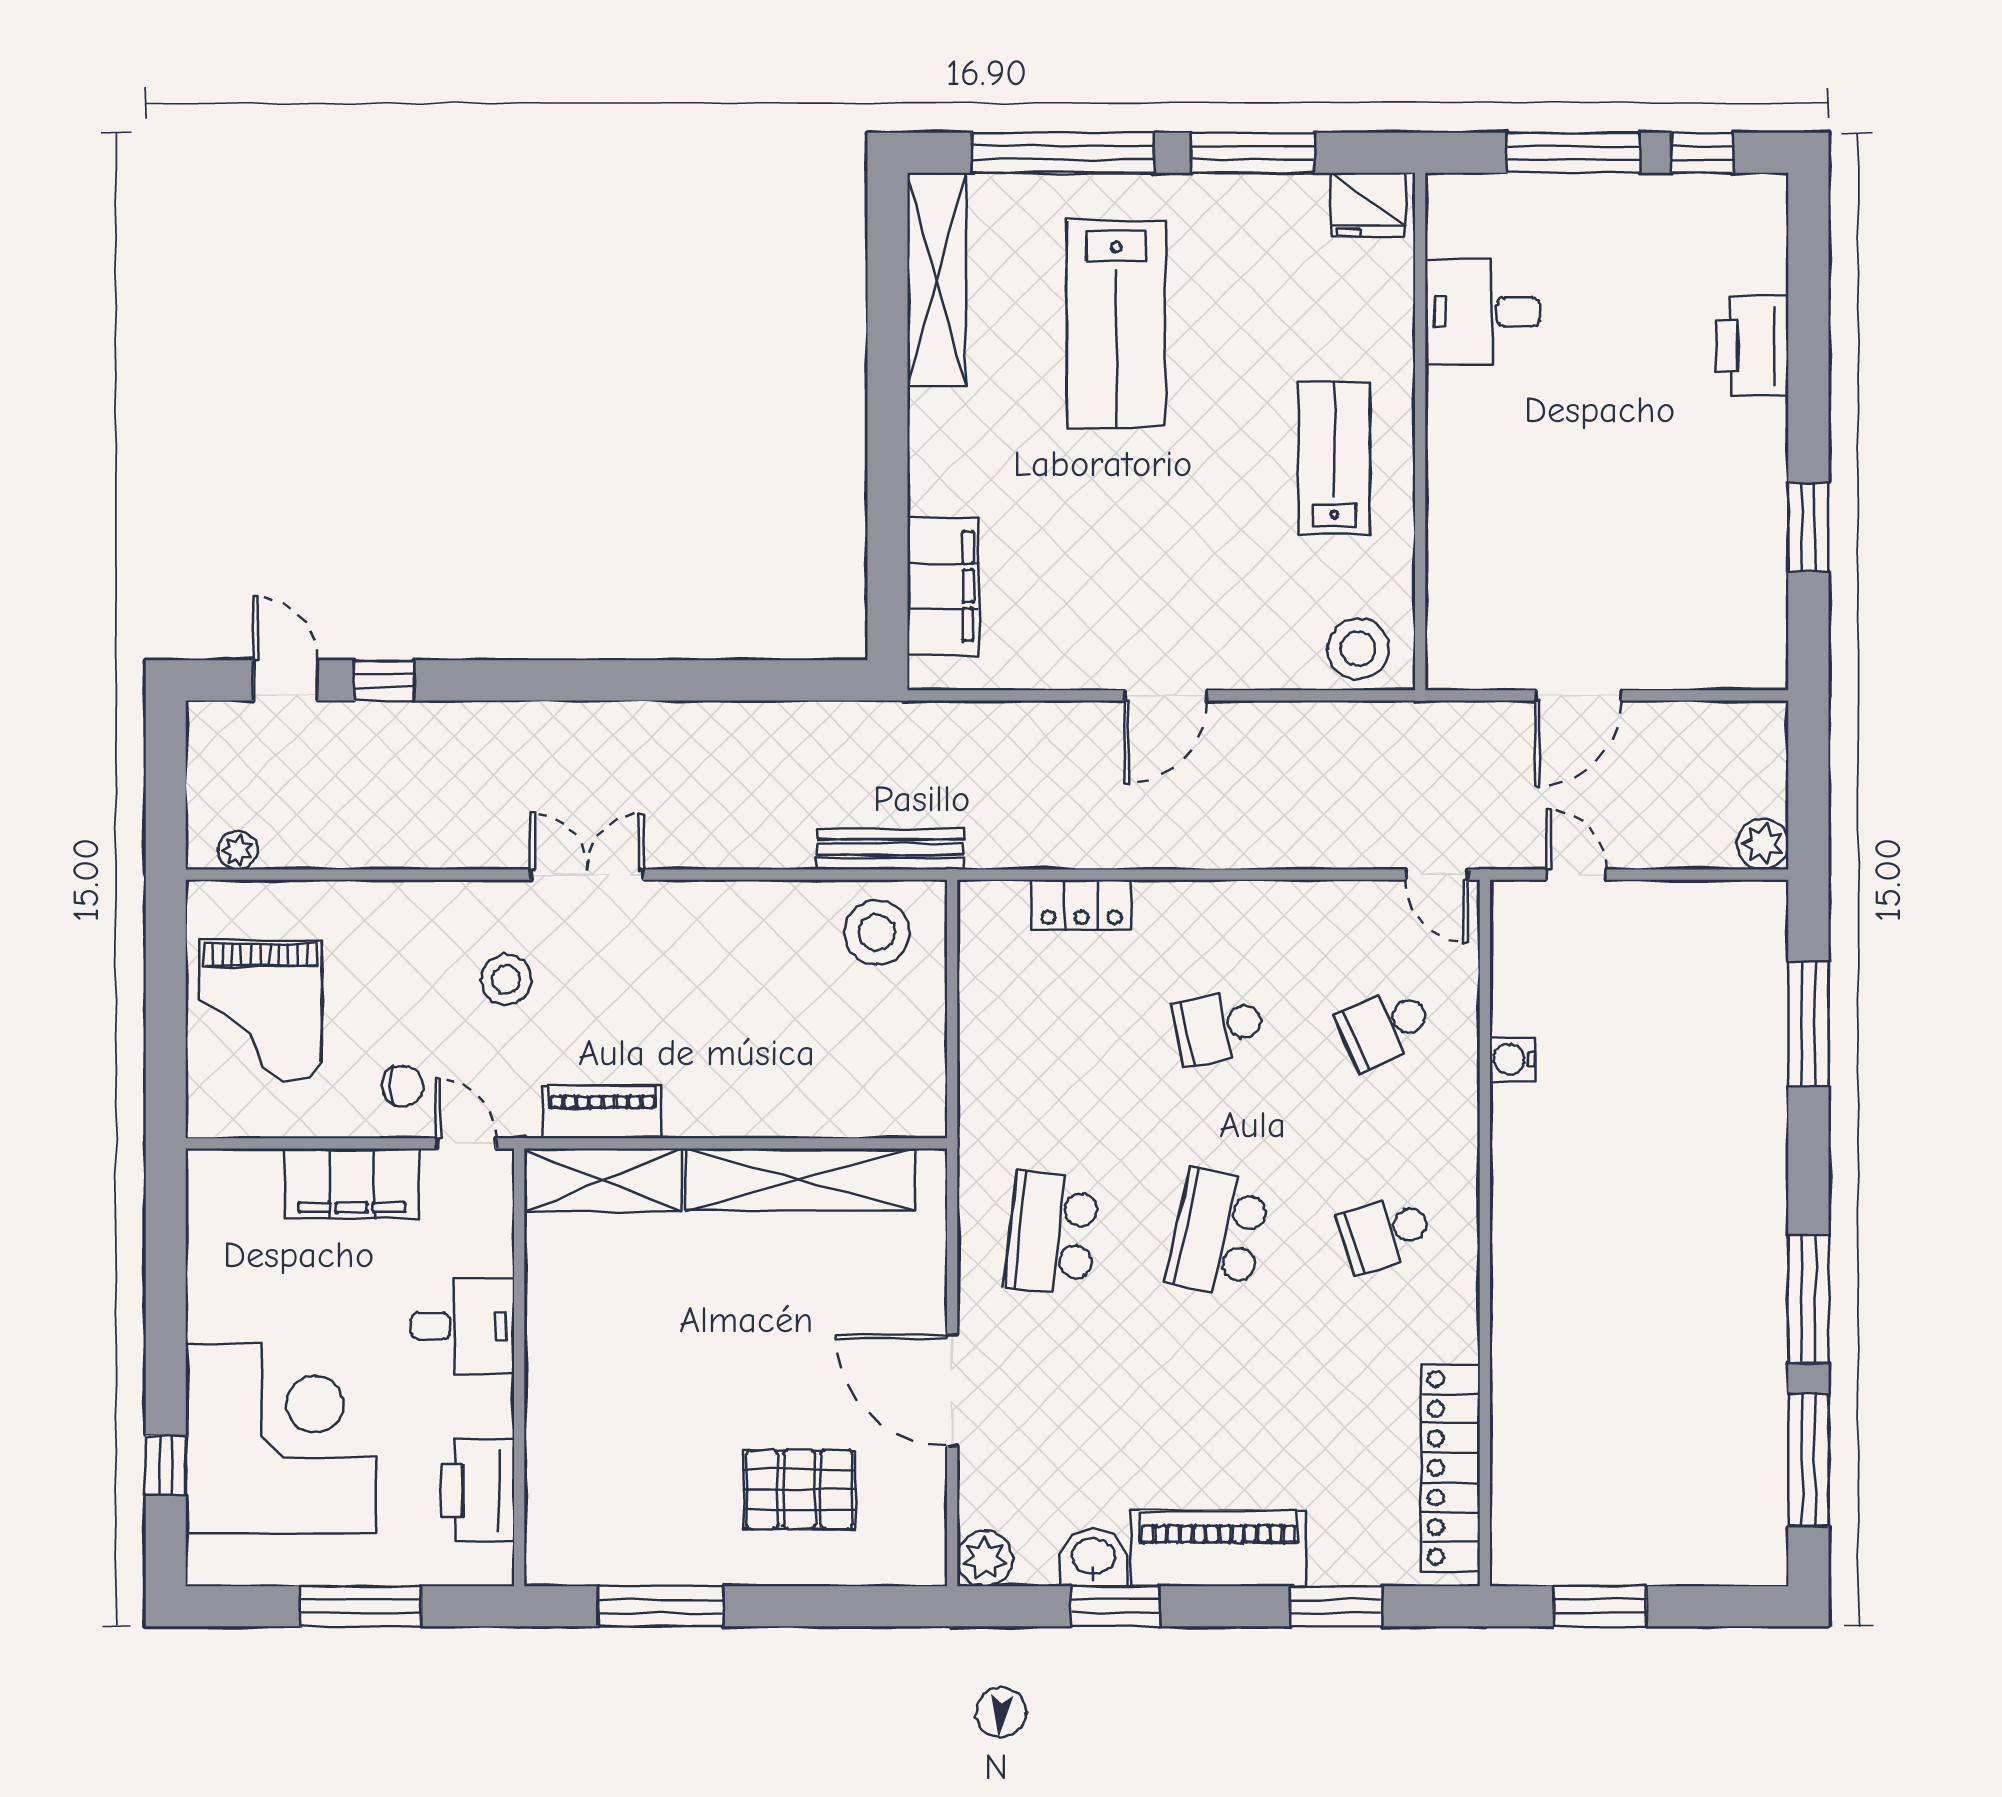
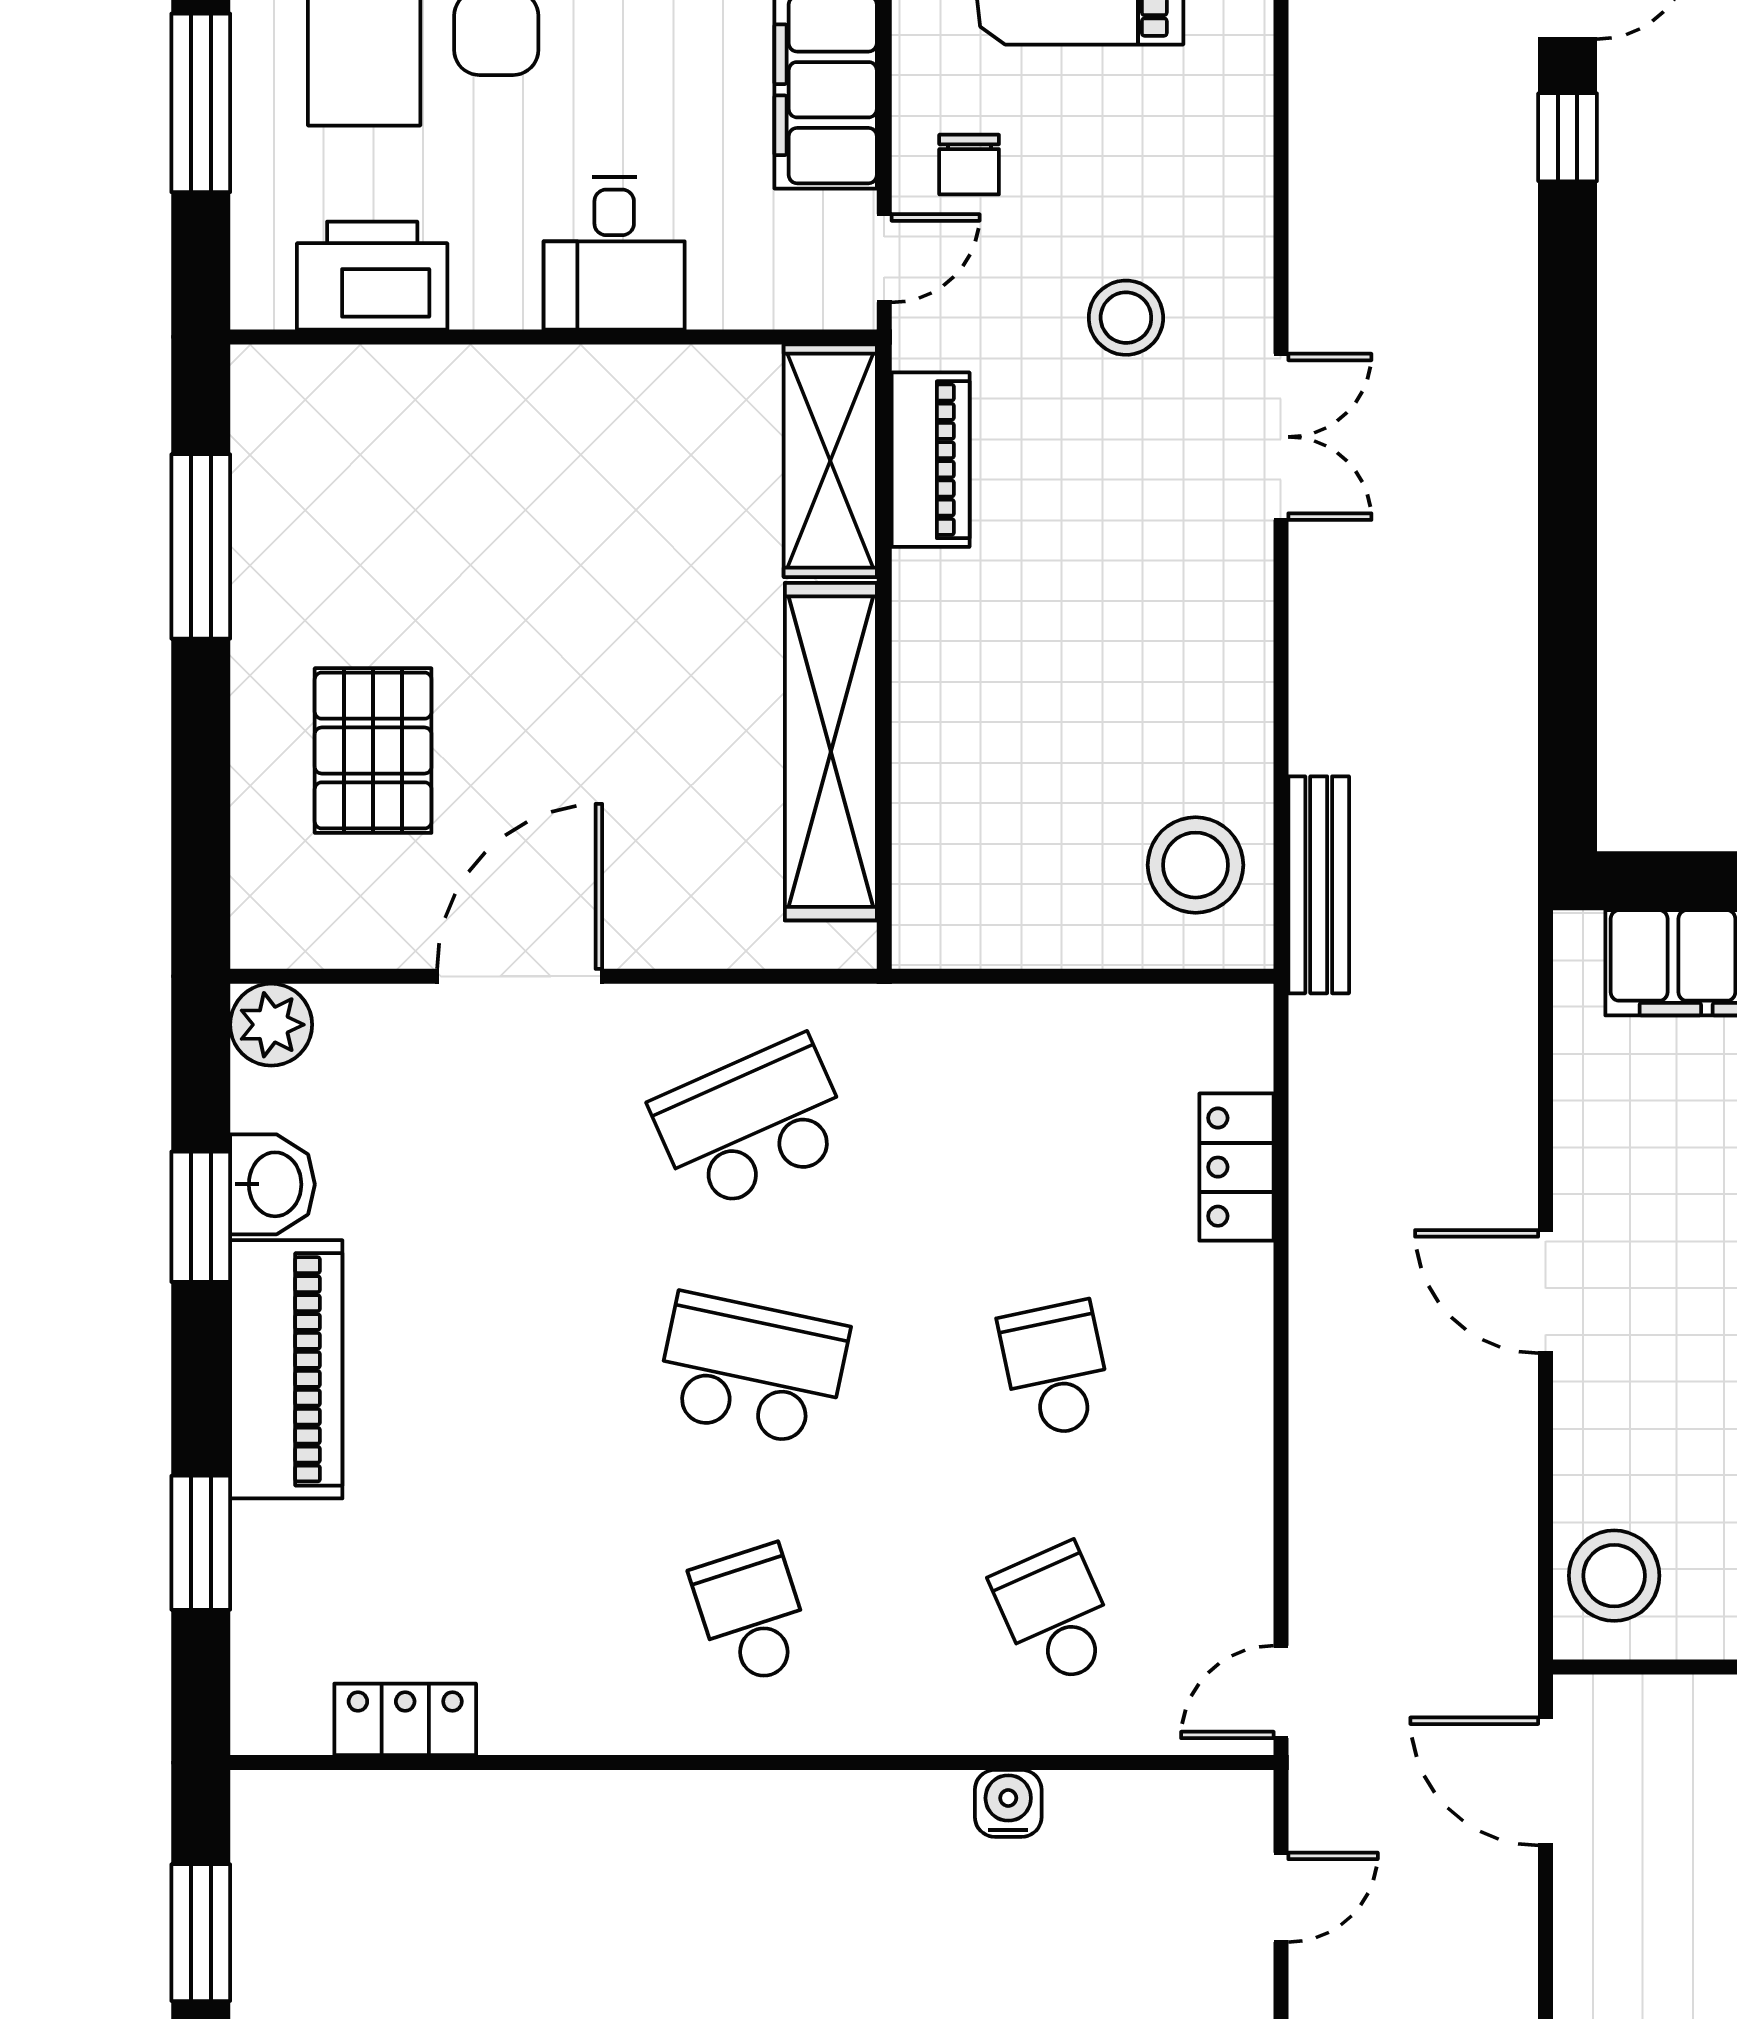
door: (1578, 695) -> (1546, 1781), moved
school desk: (1052, 1233) -> (752, 1124), turned -30
locker: (1451, 1468) -> (405, 1719), width x0.46, depth x0.83

